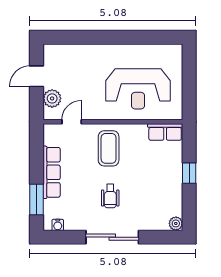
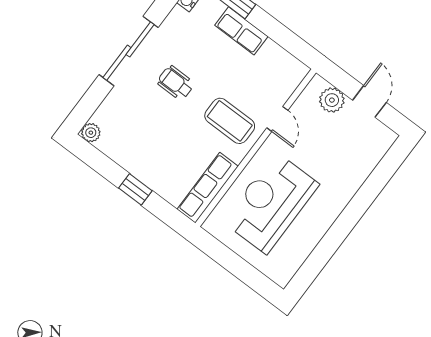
door: (72, 122) -> (277, 119), moved
row of seats: (165, 132) -> (208, 188), width x1.48
row of seats: (52, 172) -> (241, 31), width x0.68

